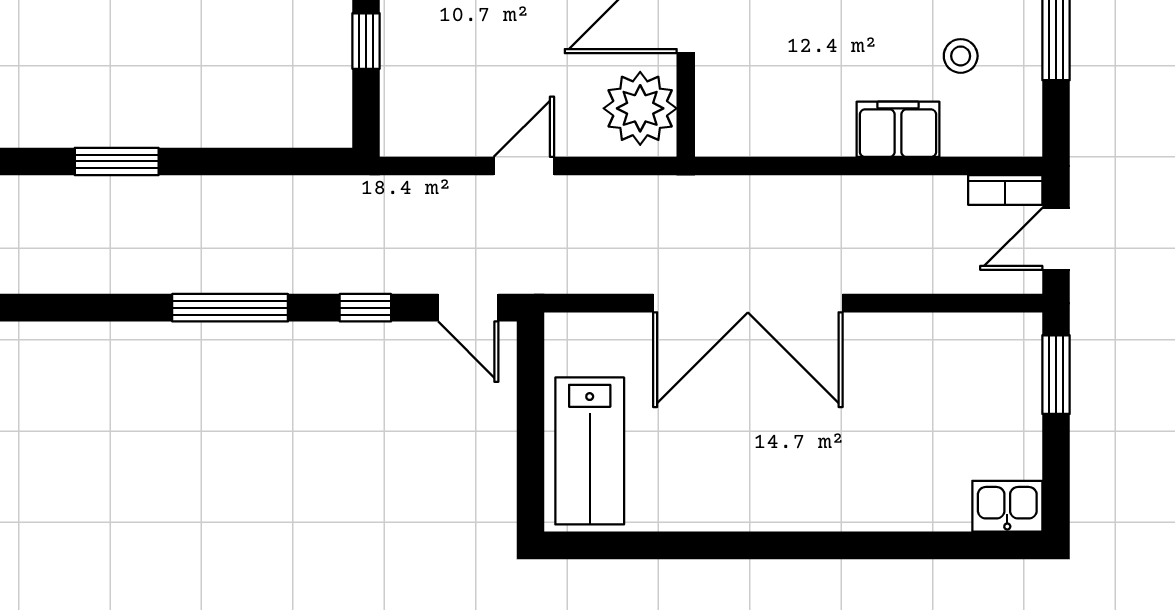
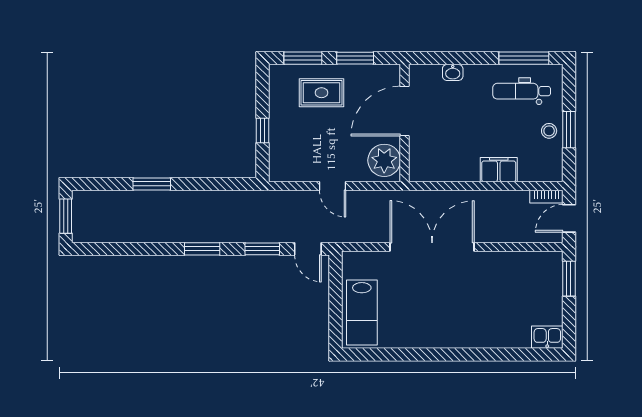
stool: (961, 56) -> (549, 131), moved
door: (524, 166) -> (333, 186), swing flipped
double door: (748, 303) -> (432, 247), swing flipped
window: (230, 308) -> (202, 249), width x0.69
window: (365, 308) -> (262, 249), width x1.50

